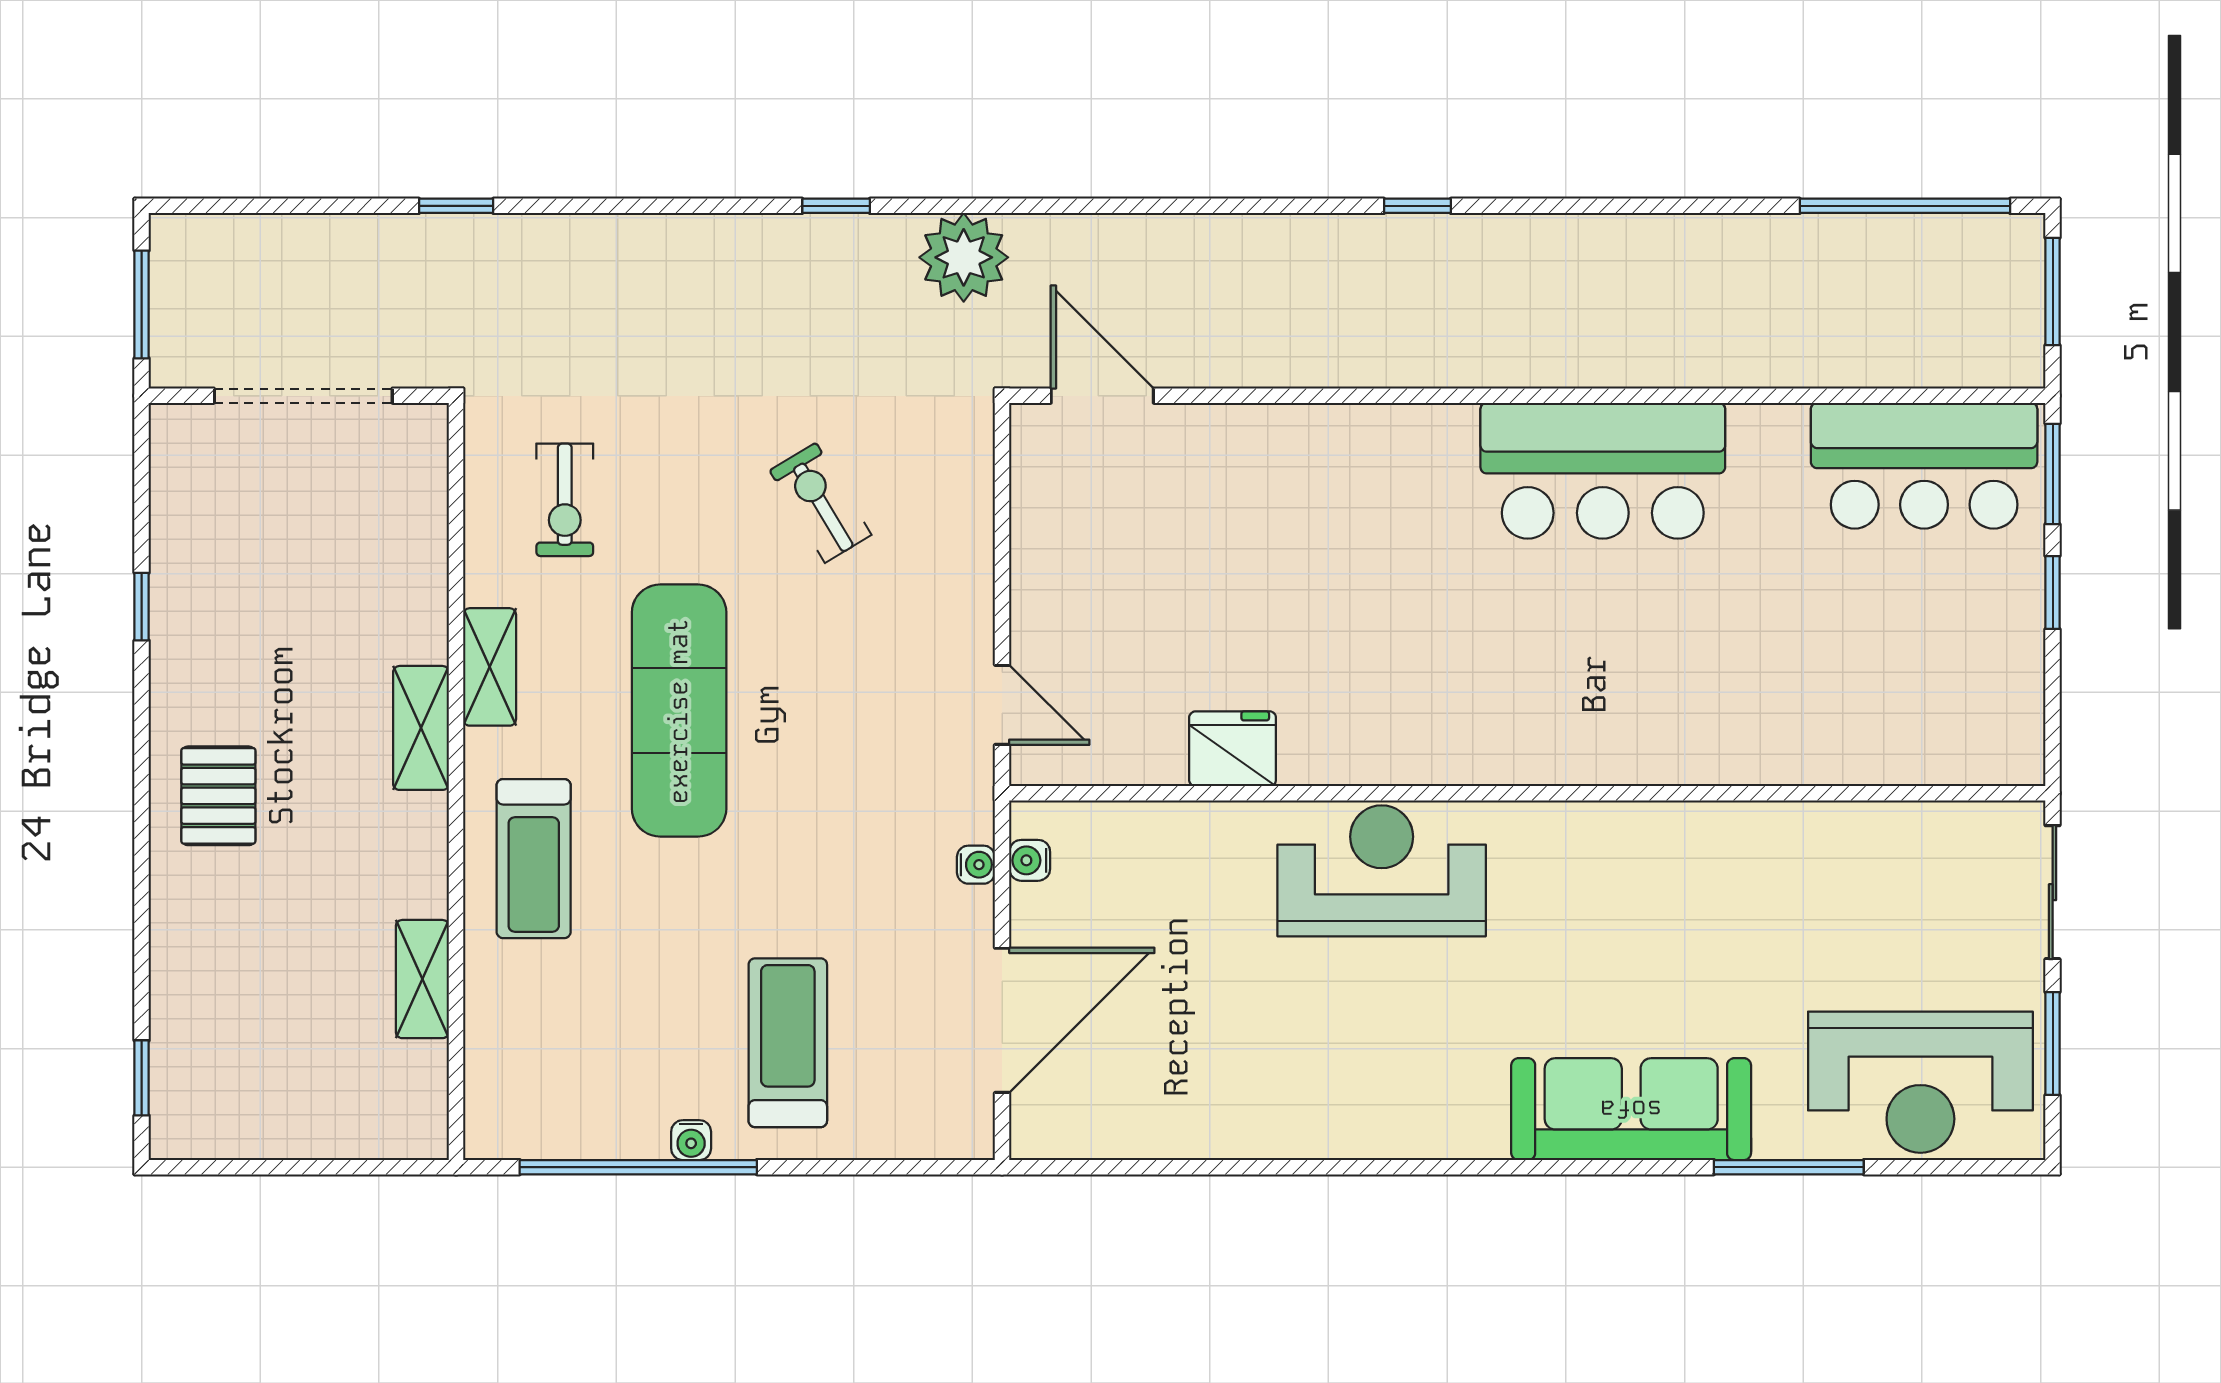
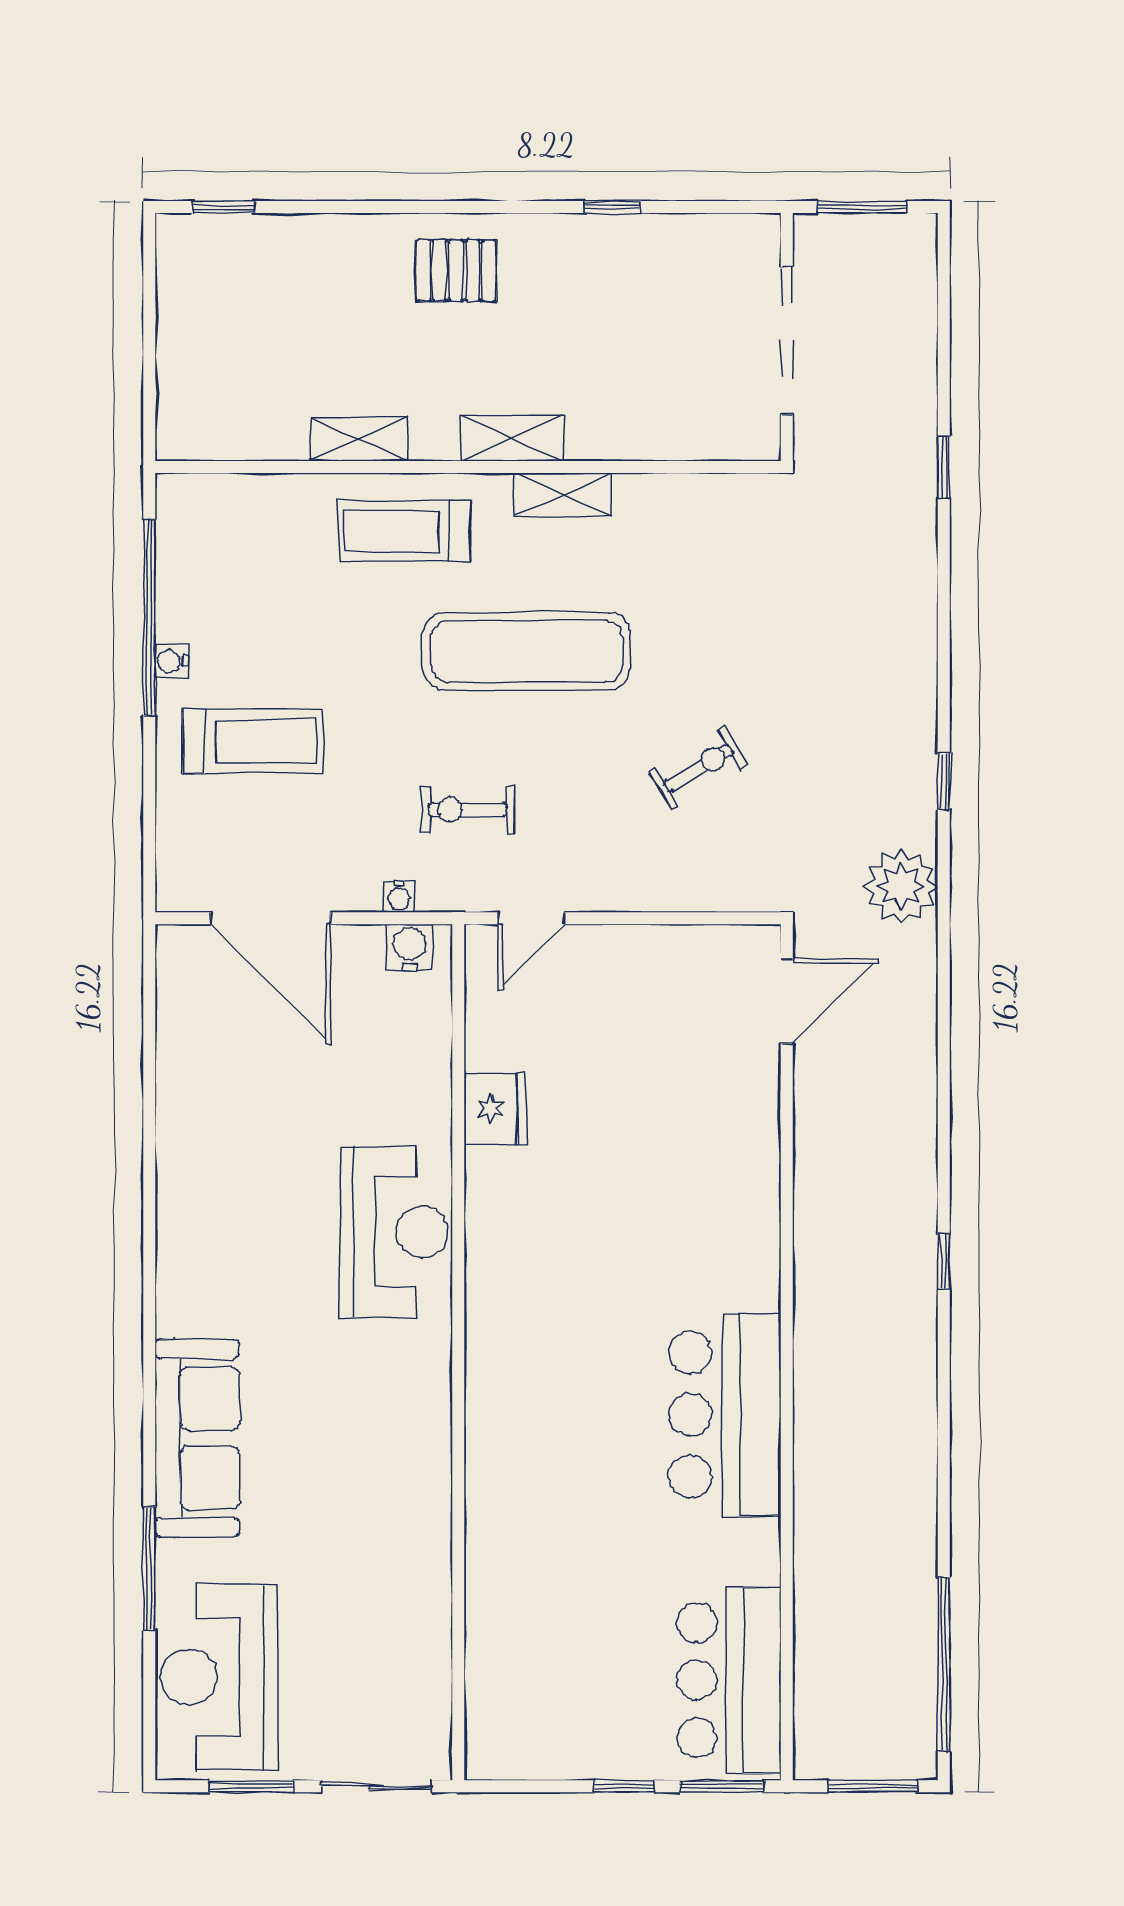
exercise bike: (565, 500) -> (468, 809), moved
water cooler: (1030, 860) -> (409, 947), width x1.38, depth x1.38
shelving: (422, 979) -> (359, 439), moved

